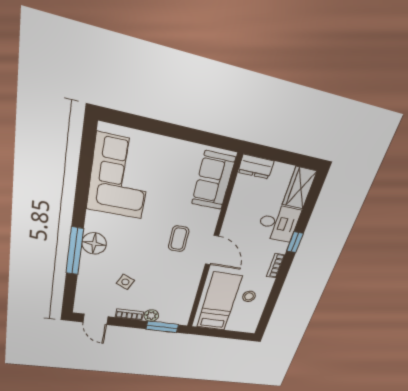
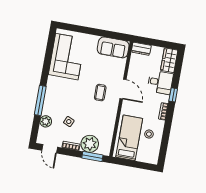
sofa: (213, 181) -> (113, 47), moved, turned -90
floor lamp: (94, 243) -> (51, 96), removed
door: (212, 250) -> (123, 89), moved
plant: (87, 282) -> (46, 121), added
plant: (151, 316) -> (90, 144), width x1.87, depth x1.87

